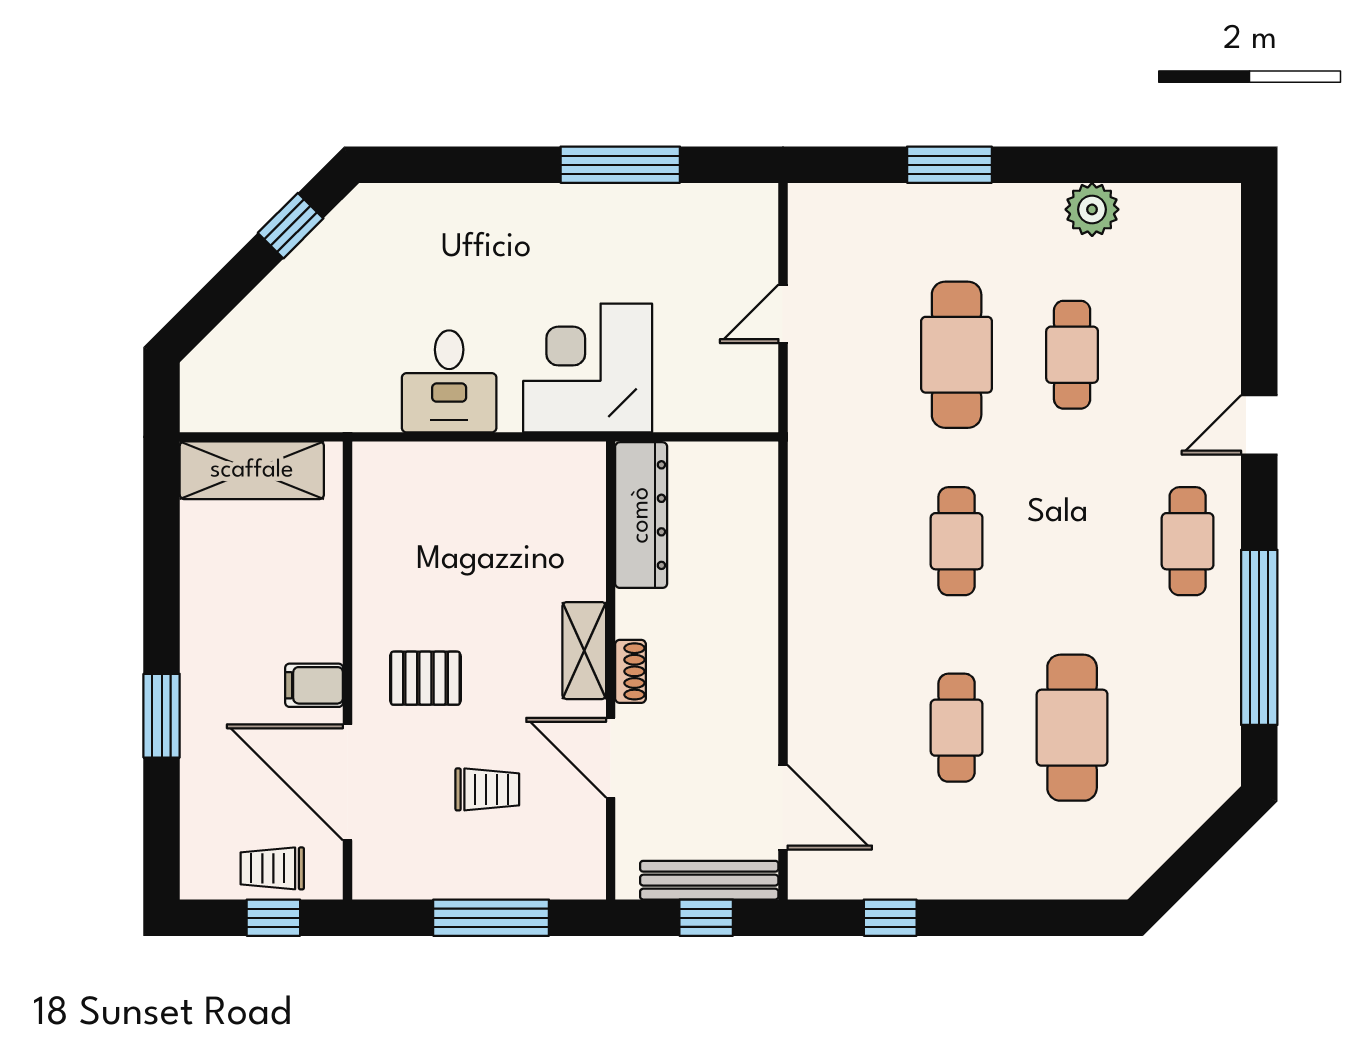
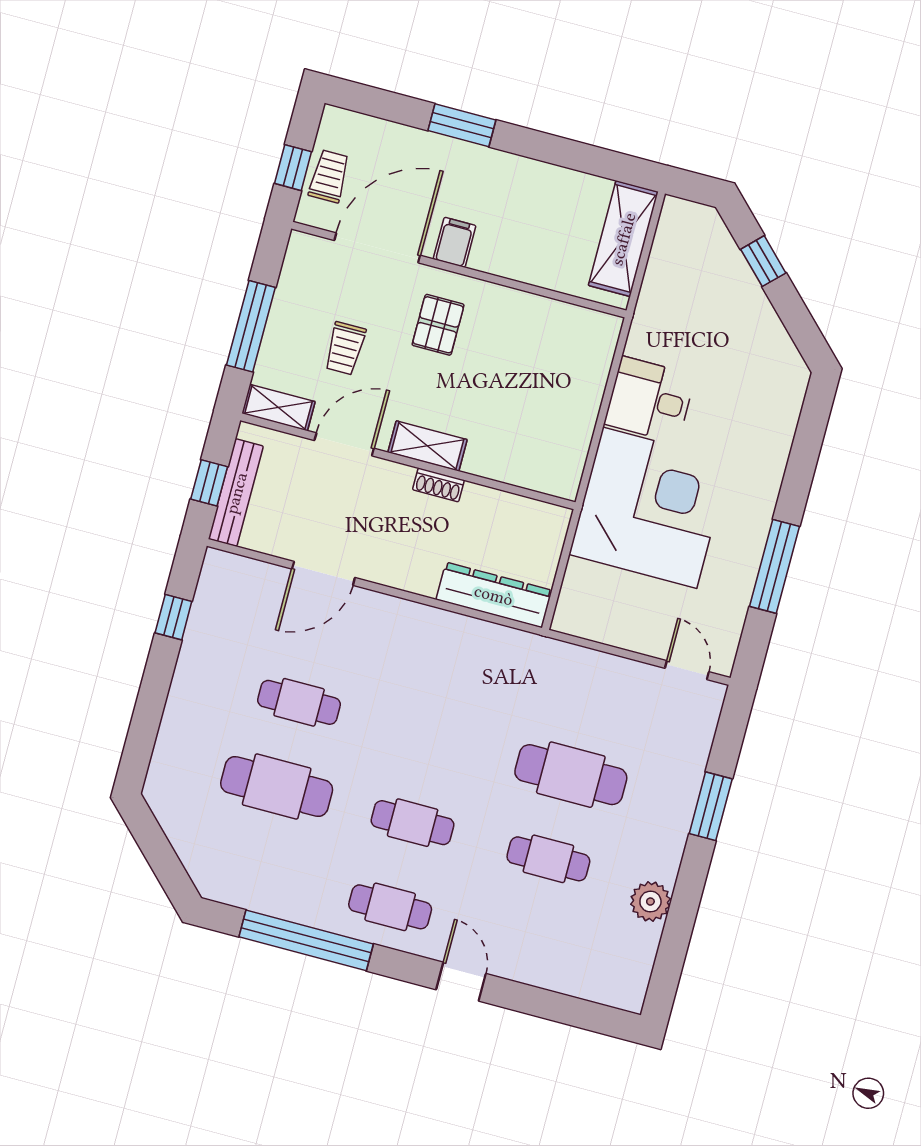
window: (291, 226) -> (763, 261), moved
door: (783, 314) -> (687, 670), moved
corner desk: (588, 368) -> (650, 508), width x1.36, depth x1.36
dresser: (641, 515) -> (494, 595), moved, turned 180
cafe table: (957, 541) -> (413, 823), moved
shoe rack: (630, 671) -> (438, 485), moved
door: (783, 807) -> (323, 573), moved
shelving: (586, 855) -> (278, 408), added

